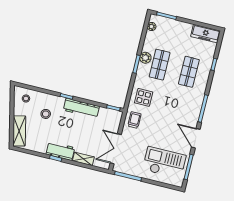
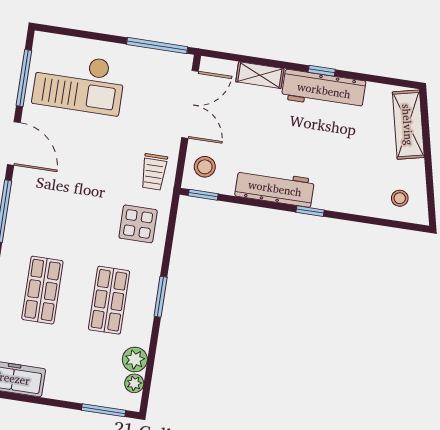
plant: (145, 58) -> (135, 359), moved
stool: (46, 114) -> (205, 167), moved
workbench: (60, 151) -> (324, 90), width x1.38

